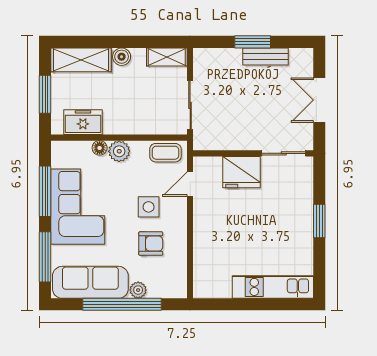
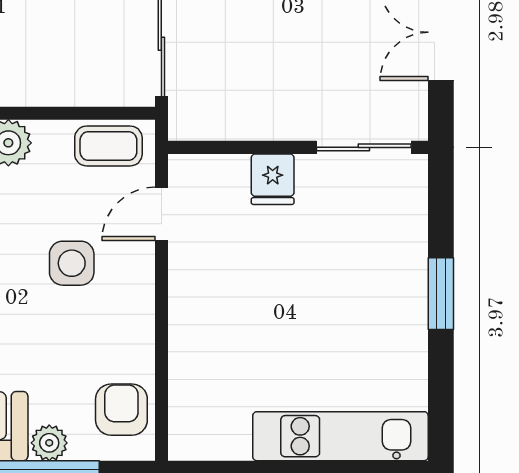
fridge: (241, 172) -> (273, 179), width x0.53, depth x0.75
armchair: (151, 244) -> (121, 410), moved, turned -90

